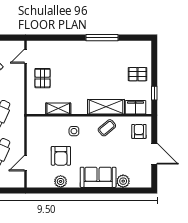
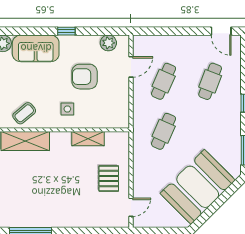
armchair: (61, 156) -> (85, 77), turned -90
plant: (61, 181) -> (108, 43), moved
window: (75, 190) -> (66, 31), added

